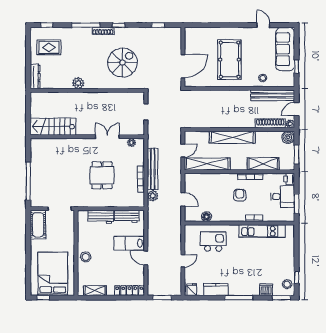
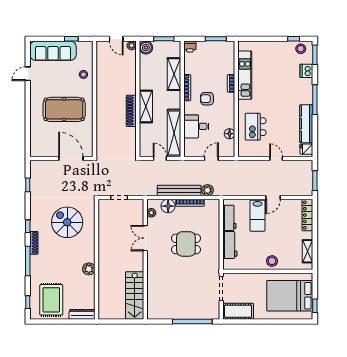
rug: (49, 47) -> (51, 300), width x1.36, depth x1.43
bench: (273, 95) -> (102, 64), removed
shoe rack: (270, 123) -> (131, 111), moved
shelving: (232, 137) -> (146, 107), width x0.68
floor lamp: (138, 158) -> (168, 206), added
desk: (283, 197) -> (196, 126), moved, turned -90
kitchen counter: (216, 289) -> (306, 124), width x1.50

